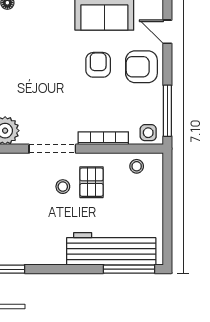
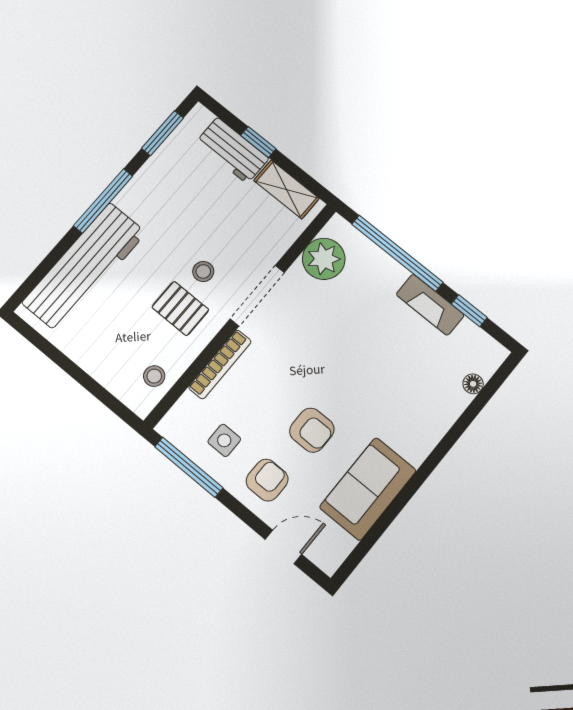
armchair: (141, 67) -> (267, 480), width x0.72, depth x0.72
side table: (148, 133) -> (224, 440), moved
window: (129, 269) -> (103, 201), moved

